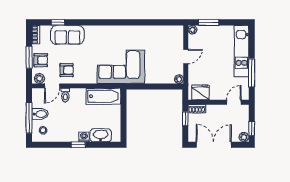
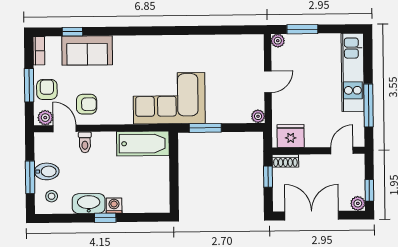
armchair: (41, 60) -> (47, 89), turned -90
door: (52, 86) -> (65, 128), swing flipped
window: (144, 86) -> (205, 128), added
window: (29, 118) -> (30, 177), width x0.69
washbasin: (101, 135) -> (89, 204), moved

